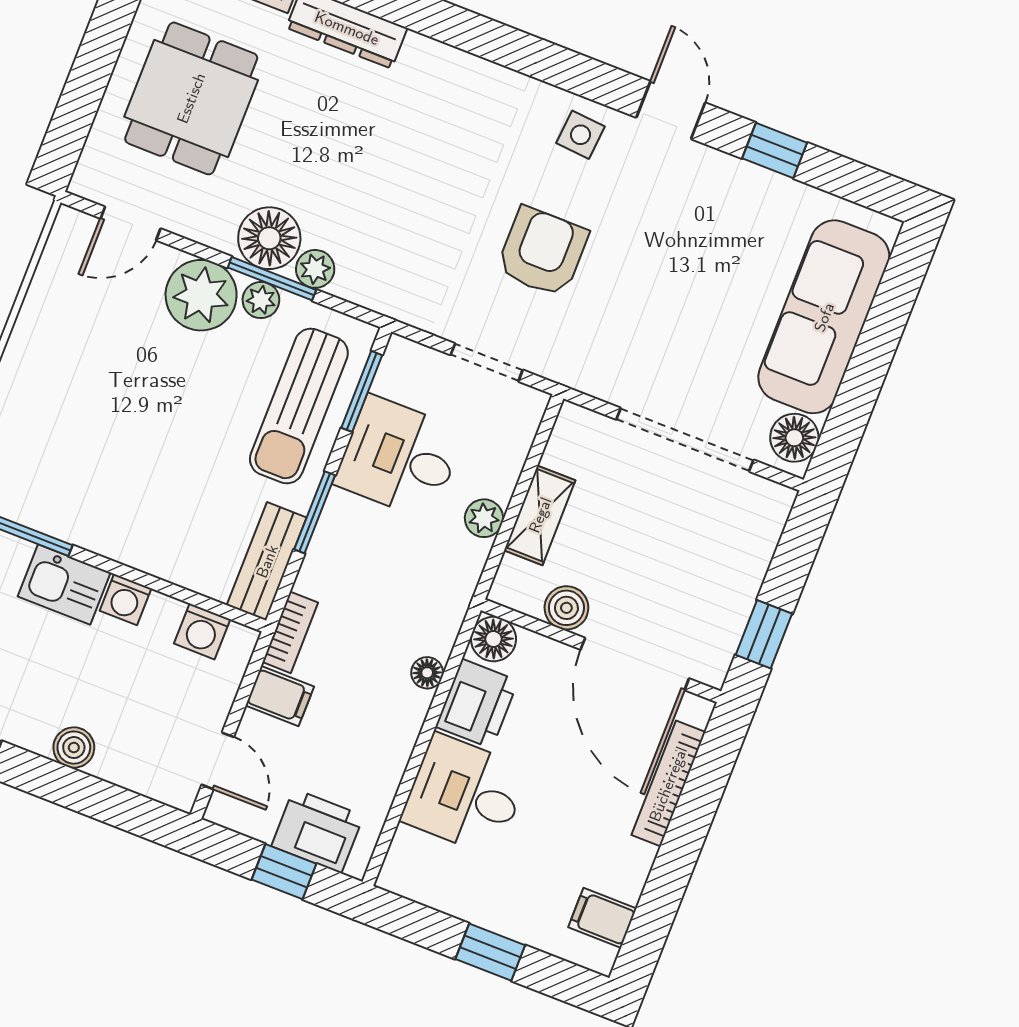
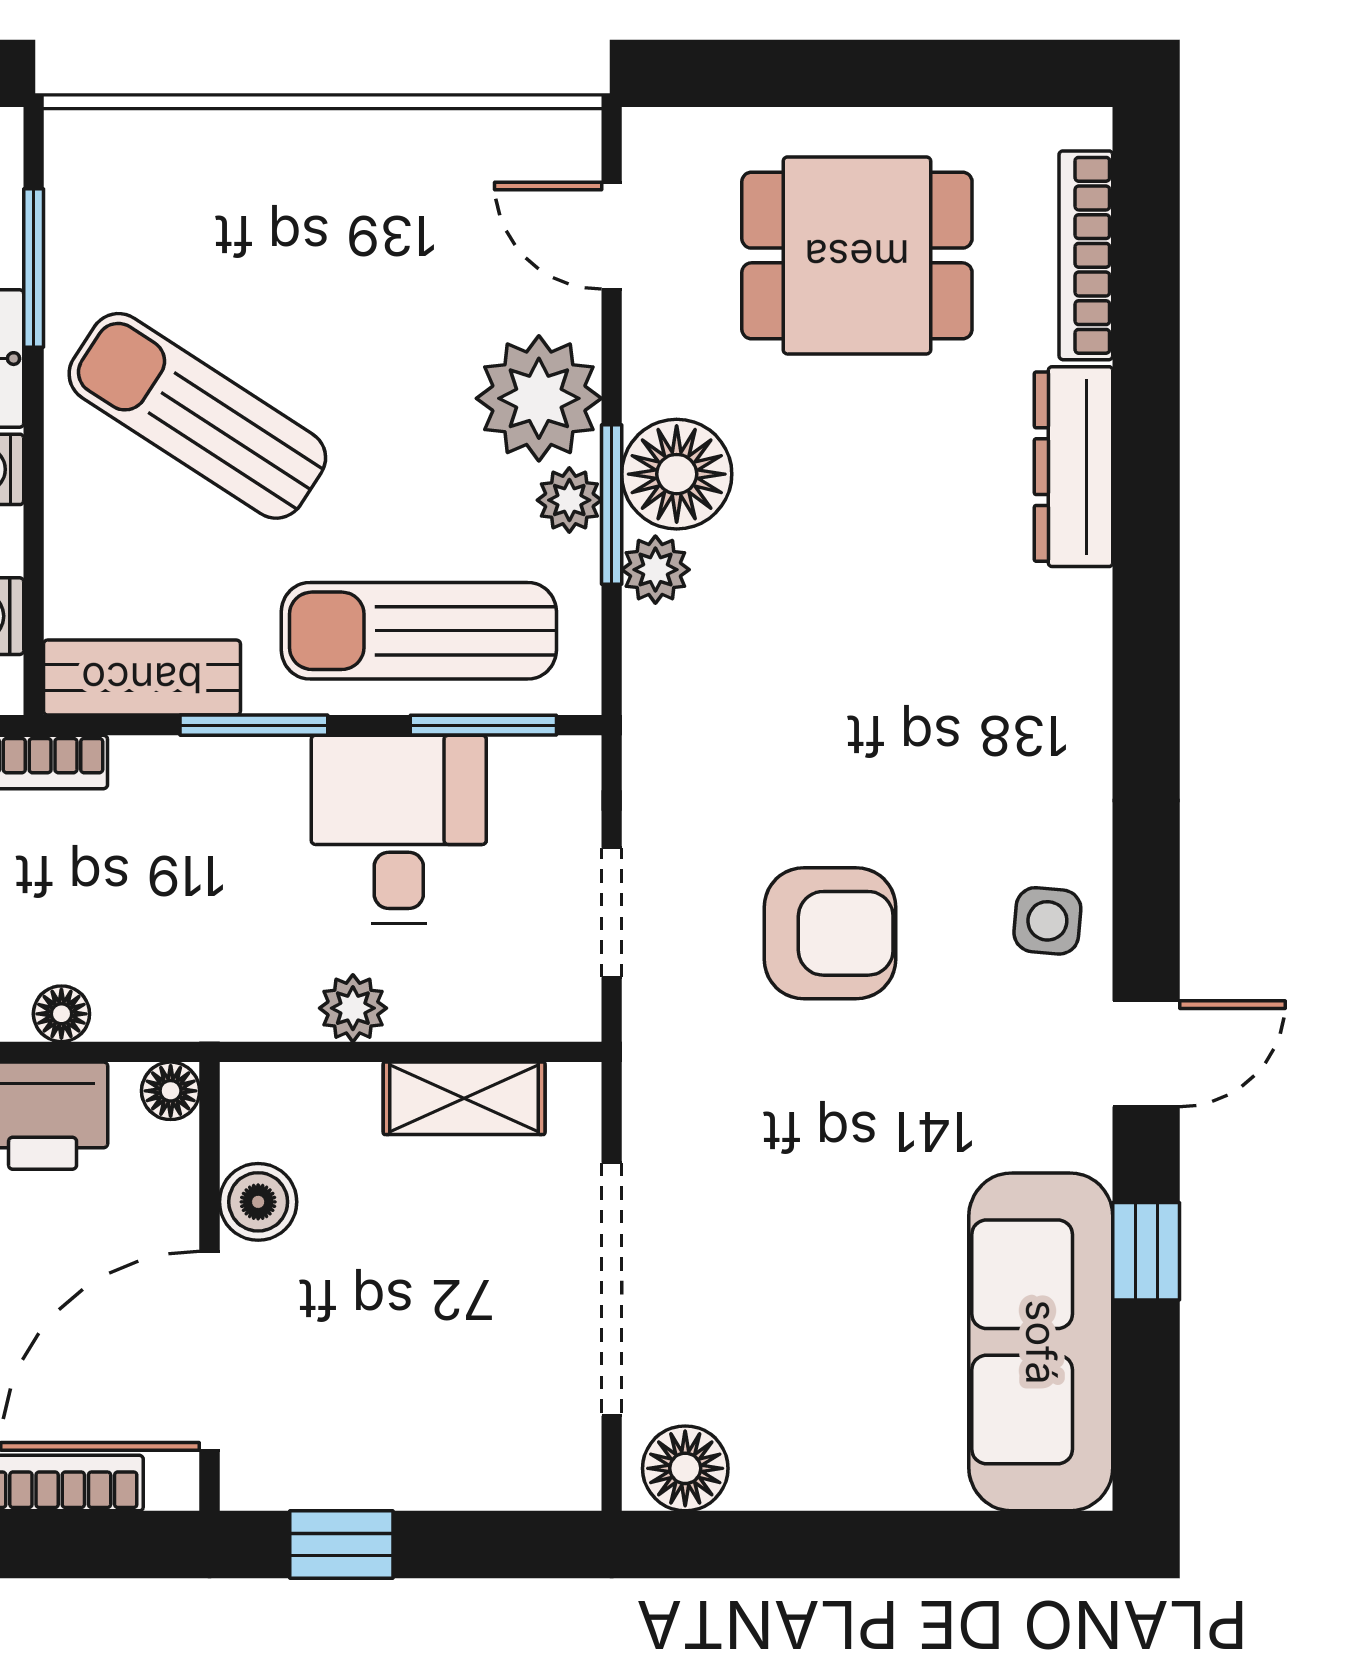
sofa: (824, 317) -> (1041, 1342), moved, turned -90
sun lounger: (140, 479) -> (197, 416), added
shelving: (540, 515) -> (464, 1098), moved
floor lamp: (493, 639) -> (171, 1091), width x0.73, depth x0.73

